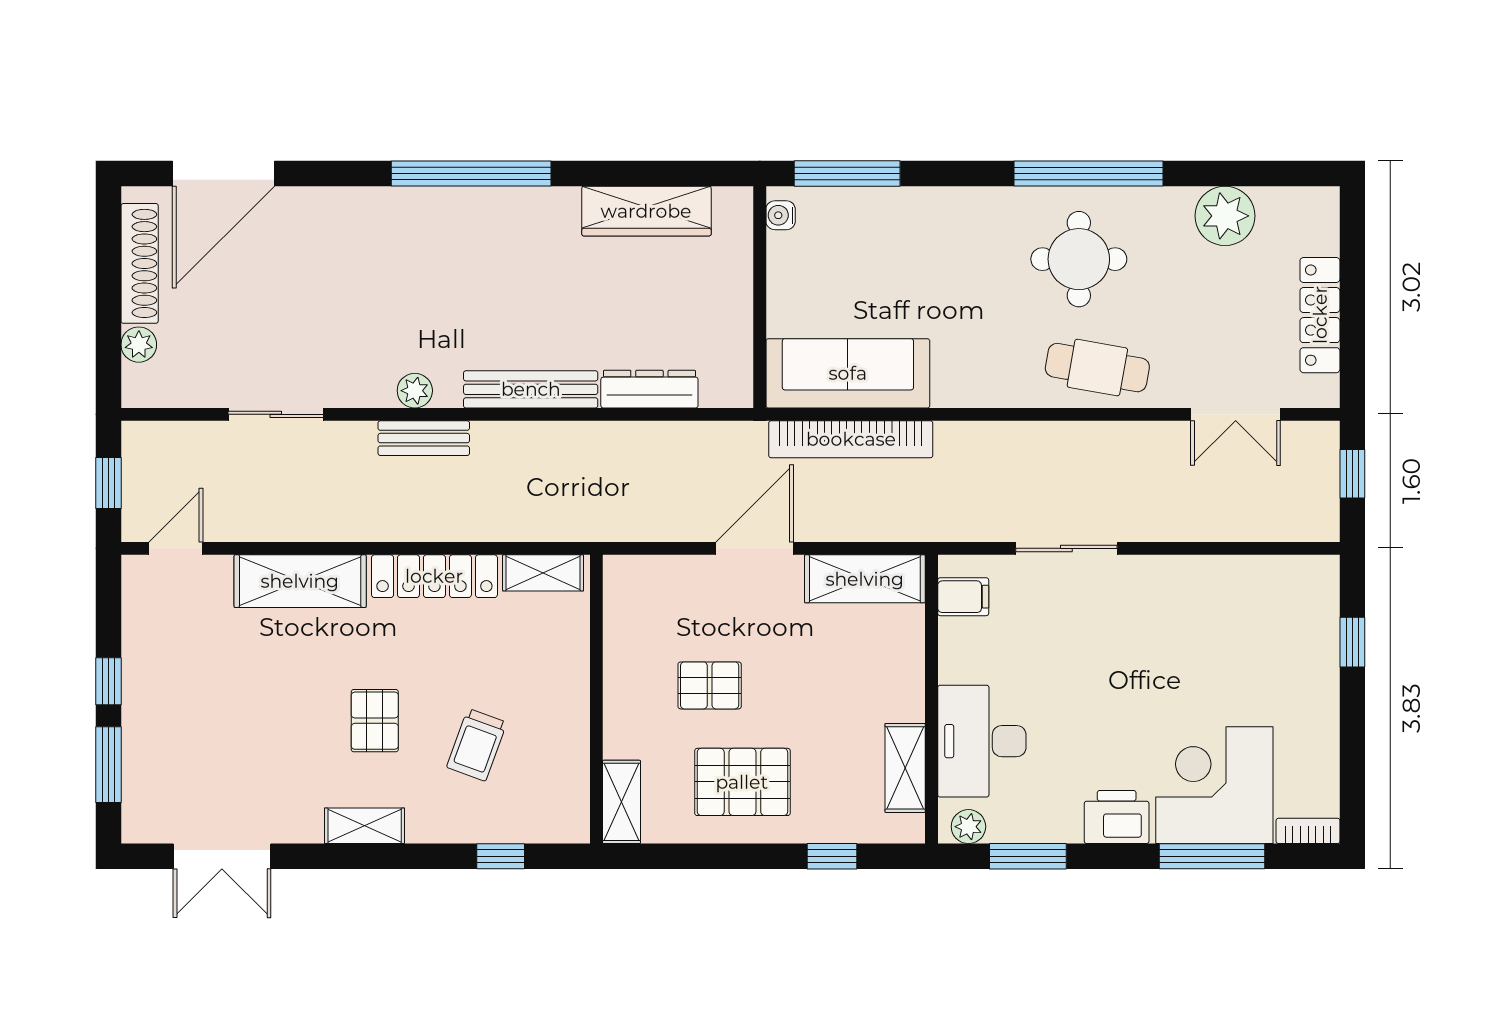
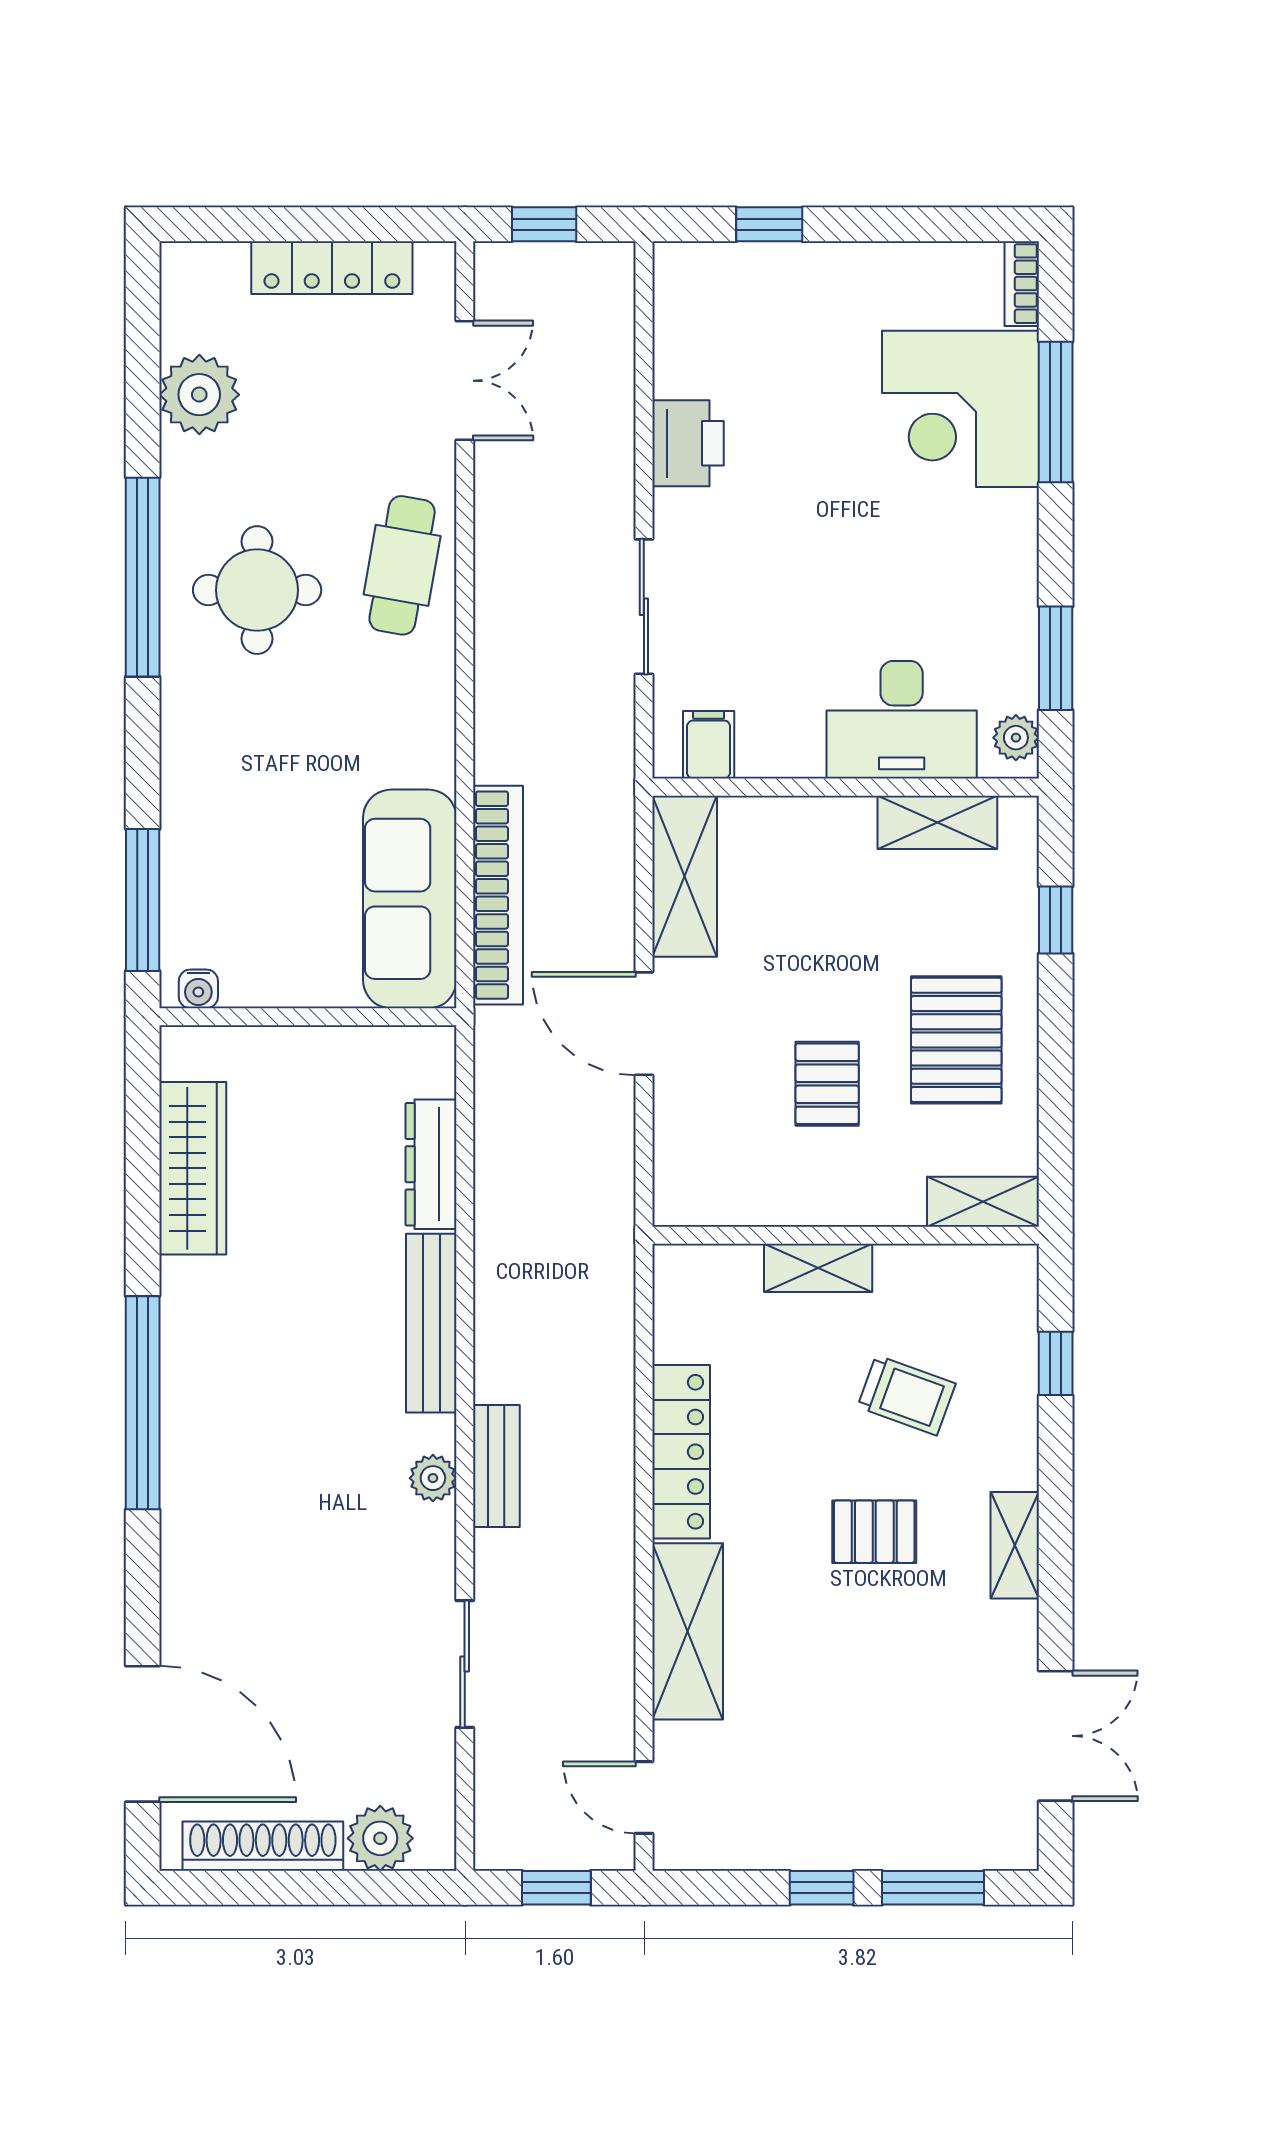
plant: (139, 345) -> (380, 1838), width x1.38, depth x1.38
shelving: (543, 573) -> (818, 1268), moved, turned 90
printer: (1117, 817) -> (688, 443), moved, turned 180

